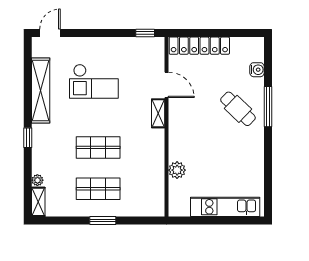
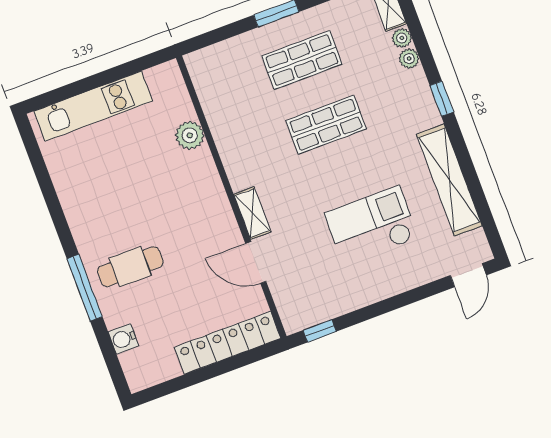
cafe table: (238, 109) -> (130, 267), turned -44
plant: (38, 167) -> (409, 59), added

